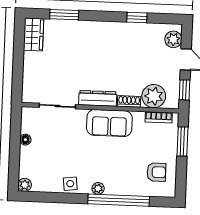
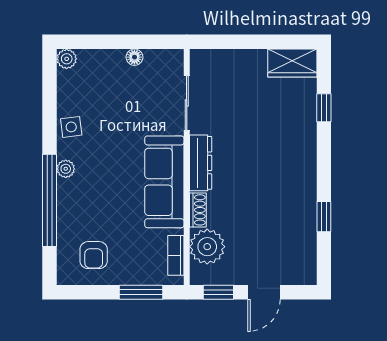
window: (64, 15) -> (324, 108), width x0.67
plant: (173, 39) -> (293, 273), removed
sofa: (109, 123) -> (164, 182), width x1.36

